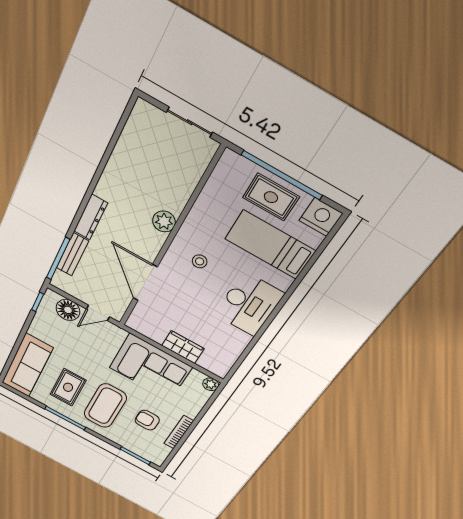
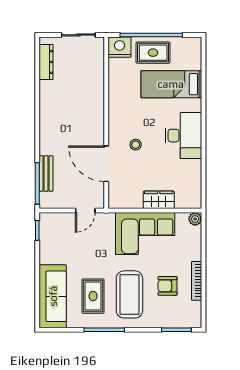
dresser: (91, 217) -> (46, 62), moved
nightstand: (321, 217) -> (120, 47), moved
plant: (164, 221) -> (96, 110), removed
stool: (200, 261) -> (136, 145), moved
floor lamp: (68, 310) -> (62, 223), removed

